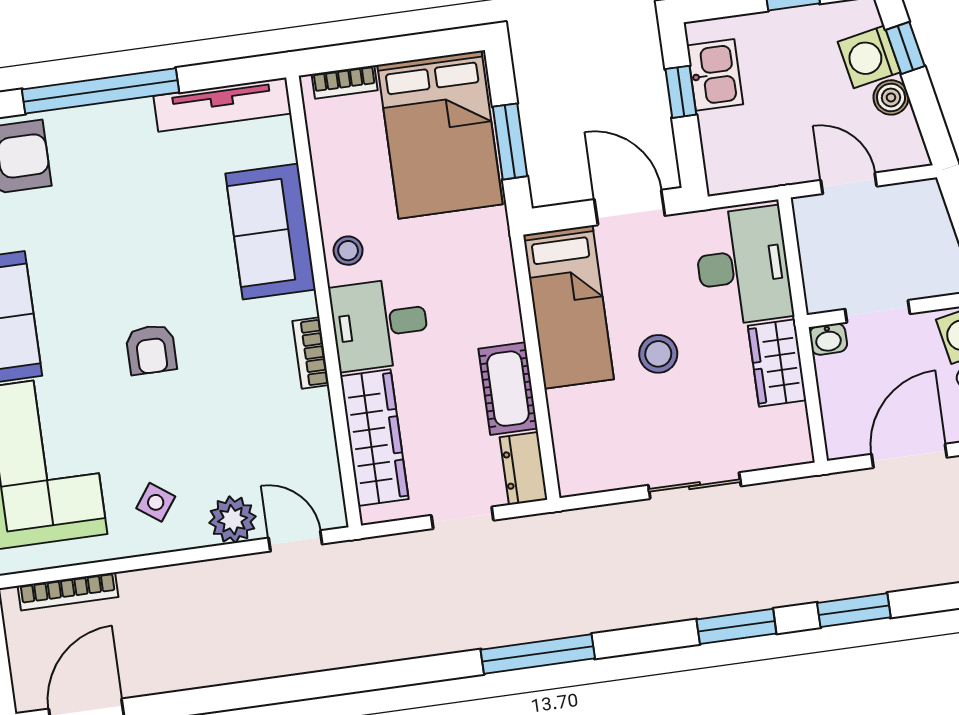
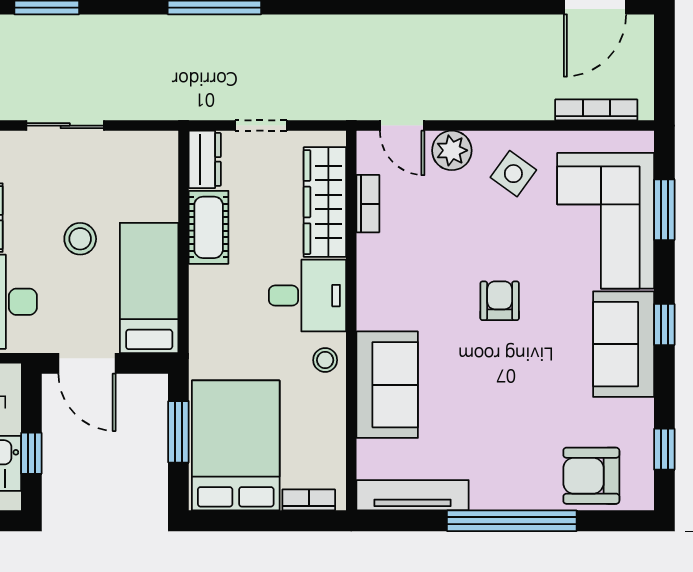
bookcase: (311, 353) -> (368, 204), moved
side table: (156, 502) -> (513, 174), width x1.37, depth x1.37

